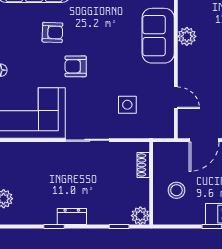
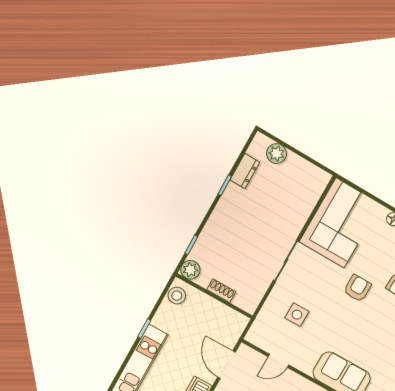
shoe rack: (143, 165) -> (221, 291), moved
stool: (176, 190) -> (177, 296), moved
dresser: (72, 217) -> (245, 171), moved

